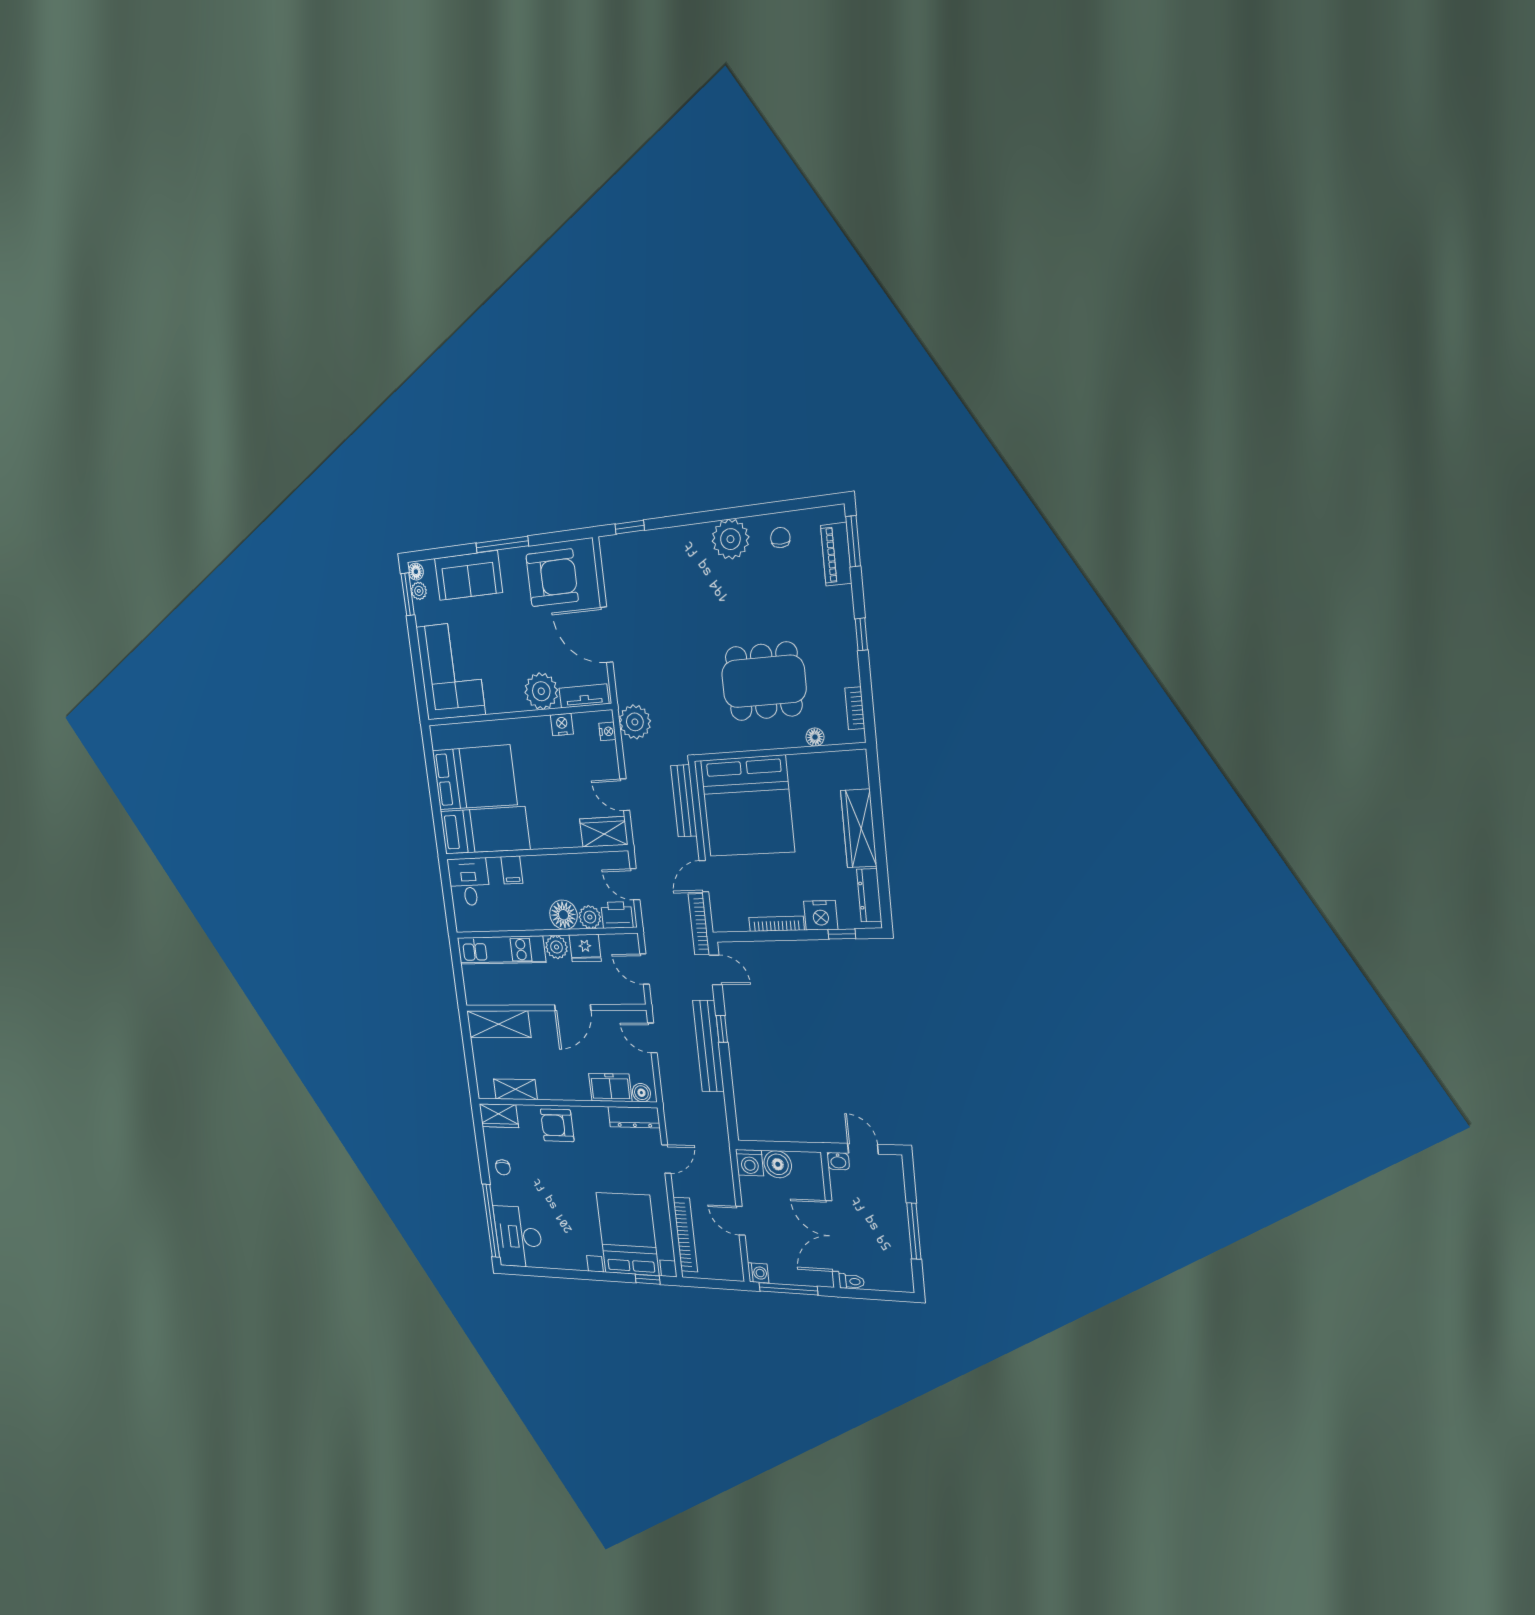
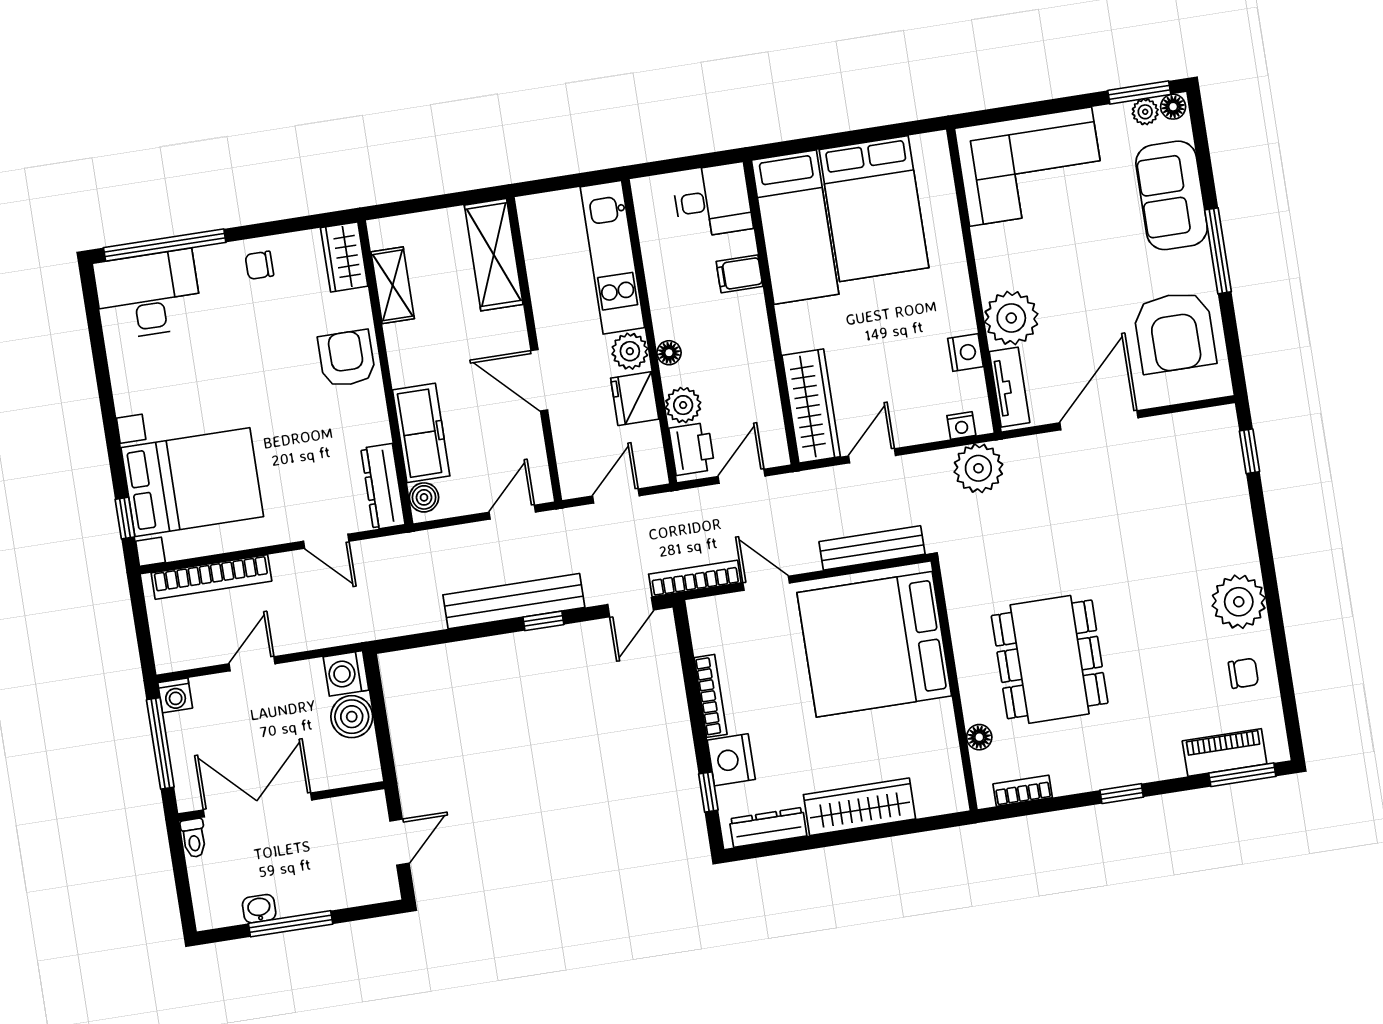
wardrobe: (604, 832) -> (811, 406), width x1.50
floor lamp: (563, 915) -> (669, 353), width x0.53, depth x0.53
freezer: (610, 1088) -> (421, 433), width x1.40
washbasin: (838, 1161) -> (259, 909), moved, turned 90

